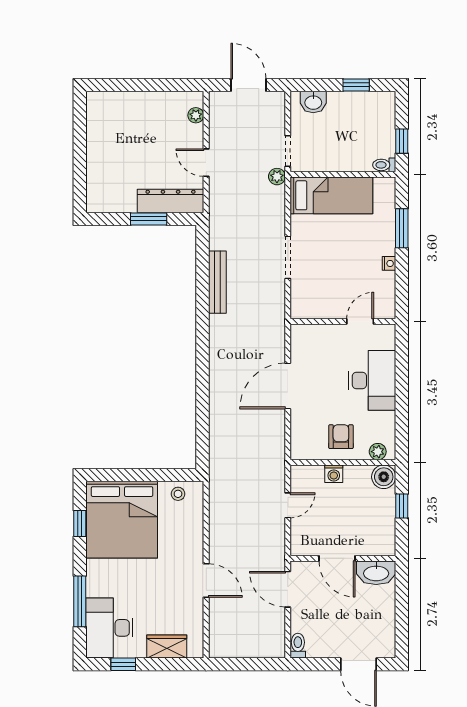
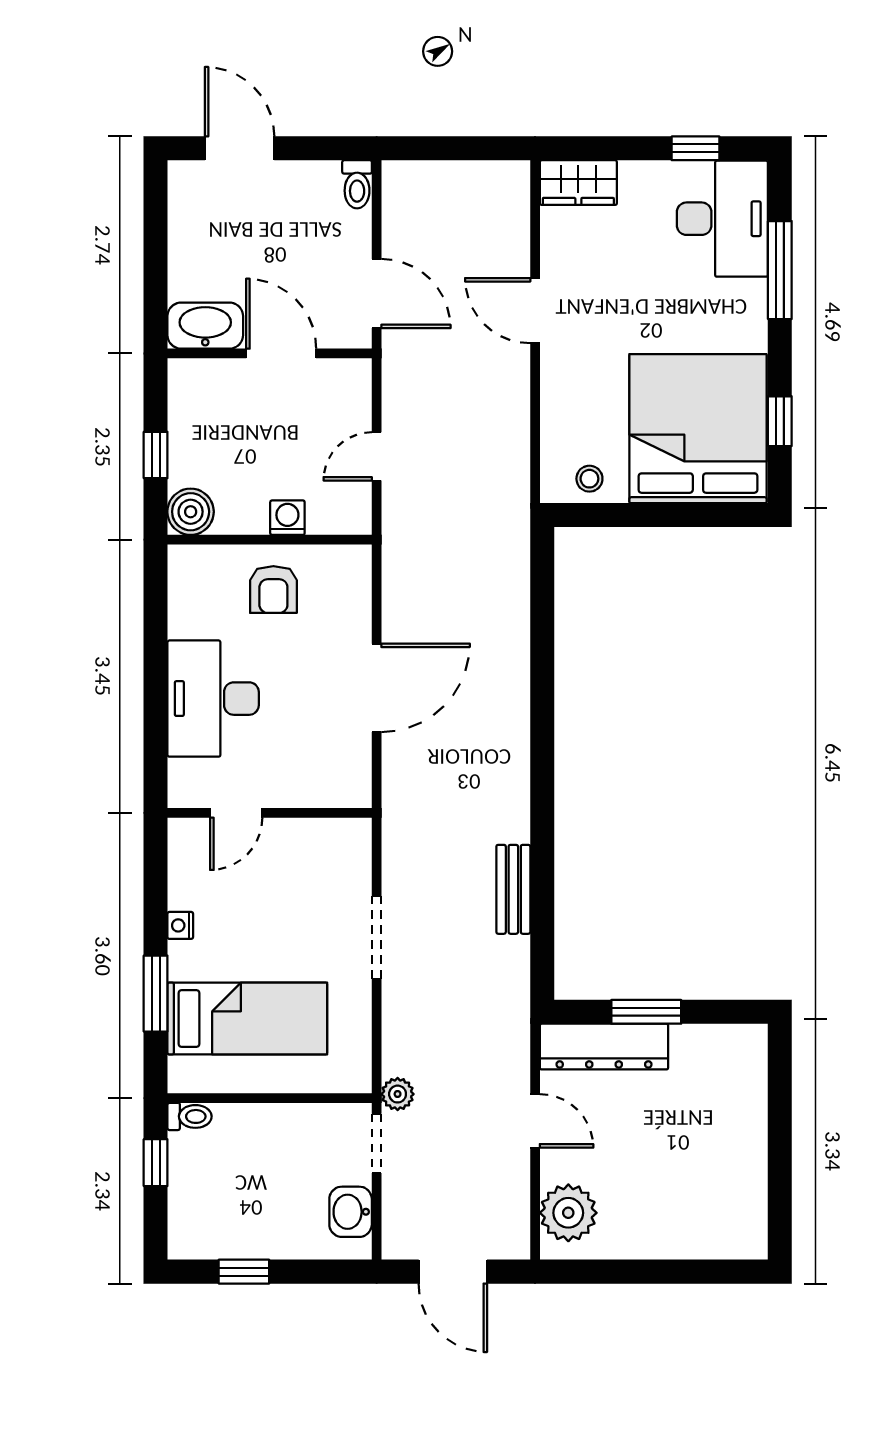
washbasin: (313, 102) -> (351, 1212), moved, turned -90
plant: (196, 115) -> (568, 1213), width x1.88, depth x1.88
bed: (331, 195) -> (247, 1019), moved, turned 180
bench: (217, 282) -> (513, 889), width x0.73
plant: (378, 452) -> (202, 561), removed
wardrobe: (167, 647) -> (578, 183), moved

